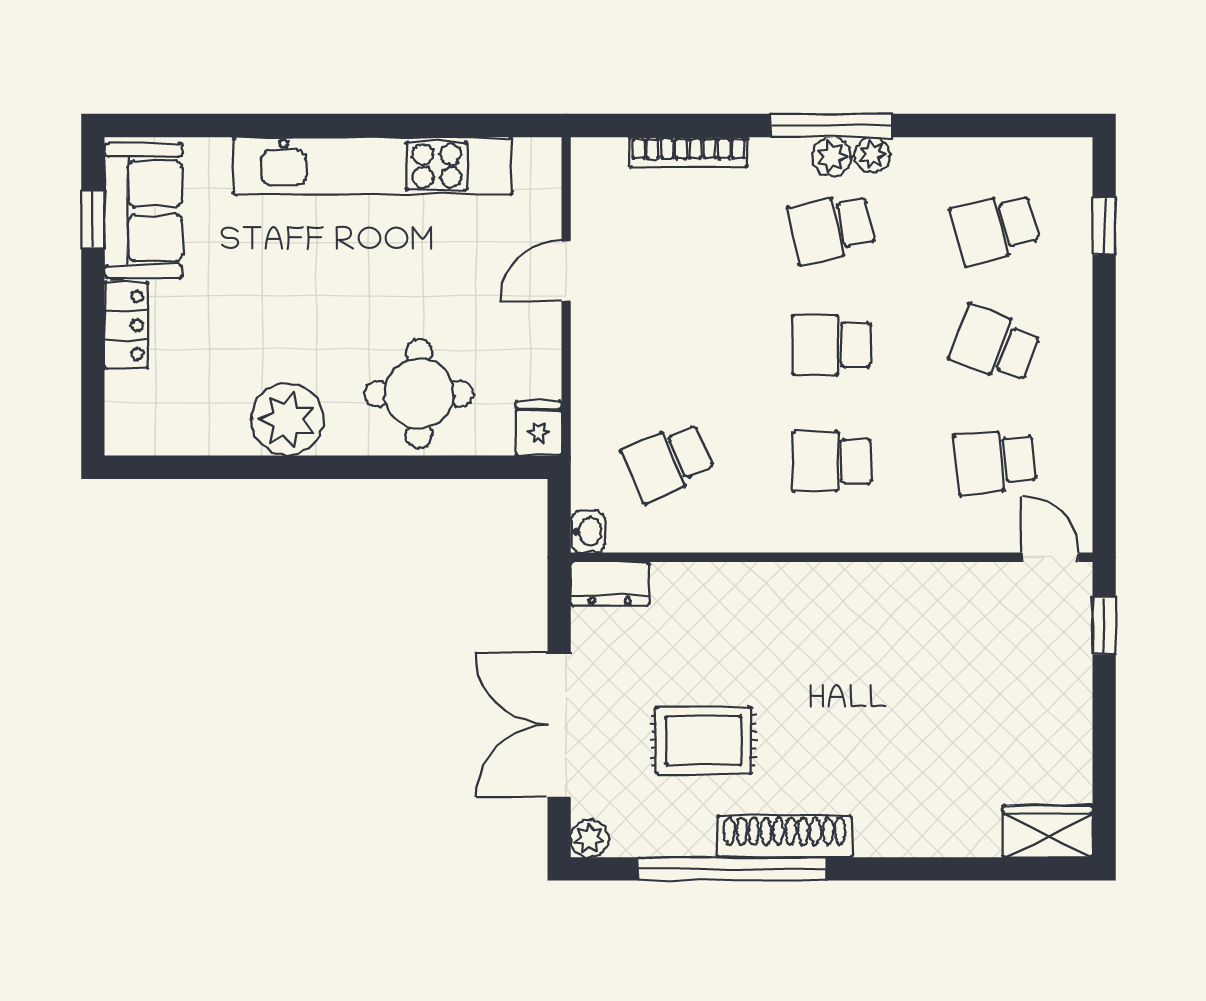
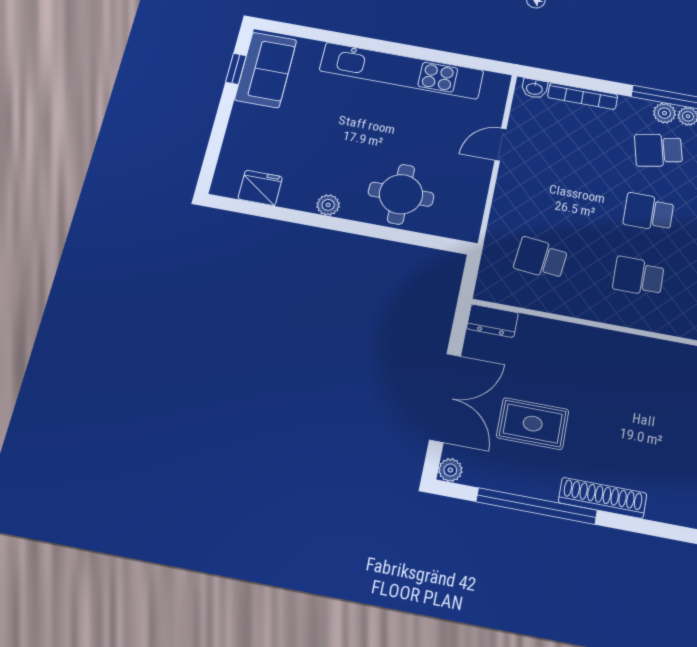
locker: (126, 325) -> (240, 127), removed
plant: (287, 420) -> (328, 205), width x0.53, depth x0.53
fridge: (539, 428) -> (260, 188), moved, width x1.38
school desk: (668, 462) -> (541, 258), turned 30
washbasin: (588, 532) -> (534, 88), moved, turned 90
double door: (559, 725) -> (445, 398), swing flipped
shoe rack: (785, 837) -> (603, 498), moved

